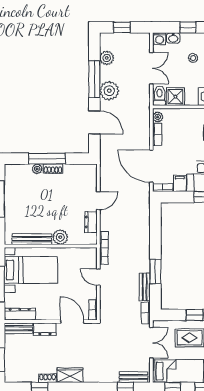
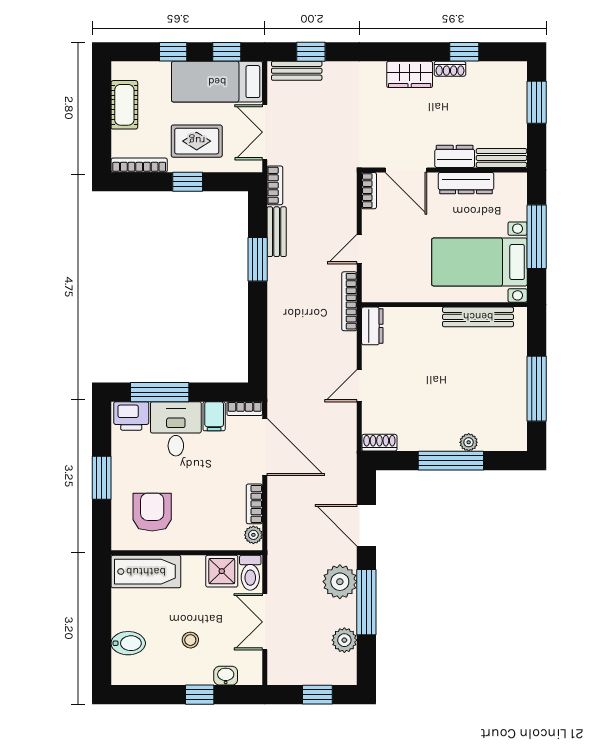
washing machine: (160, 39) -> (250, 674), removed
shoe rack: (53, 169) -> (379, 443), moved
dresser: (91, 222) -> (372, 326), moved
plant: (60, 237) -> (427, 320), removed
door: (98, 277) -> (359, 249), swing flipped
dresser: (20, 314) -> (466, 183), moved

